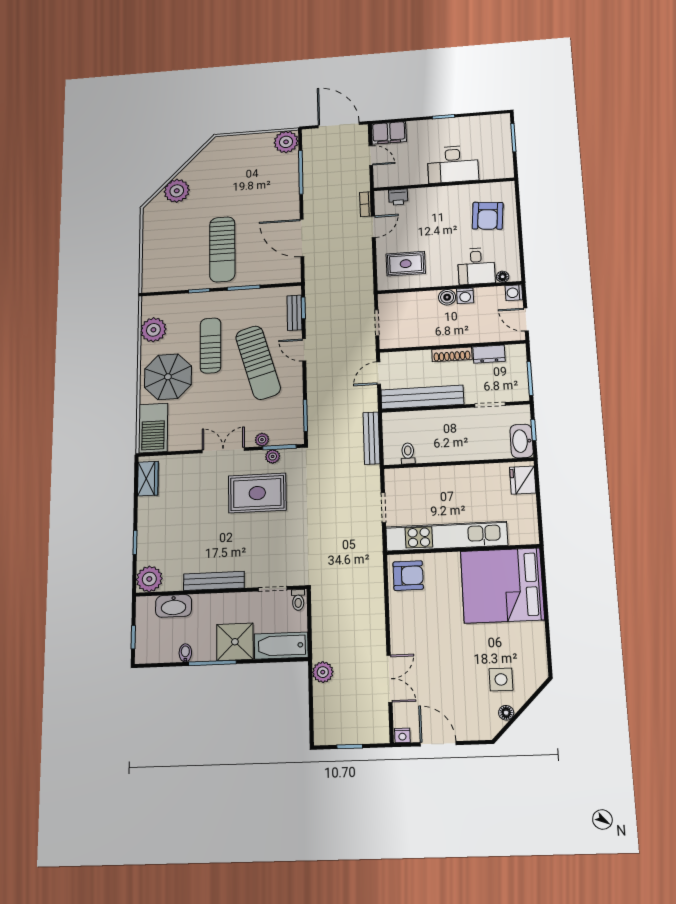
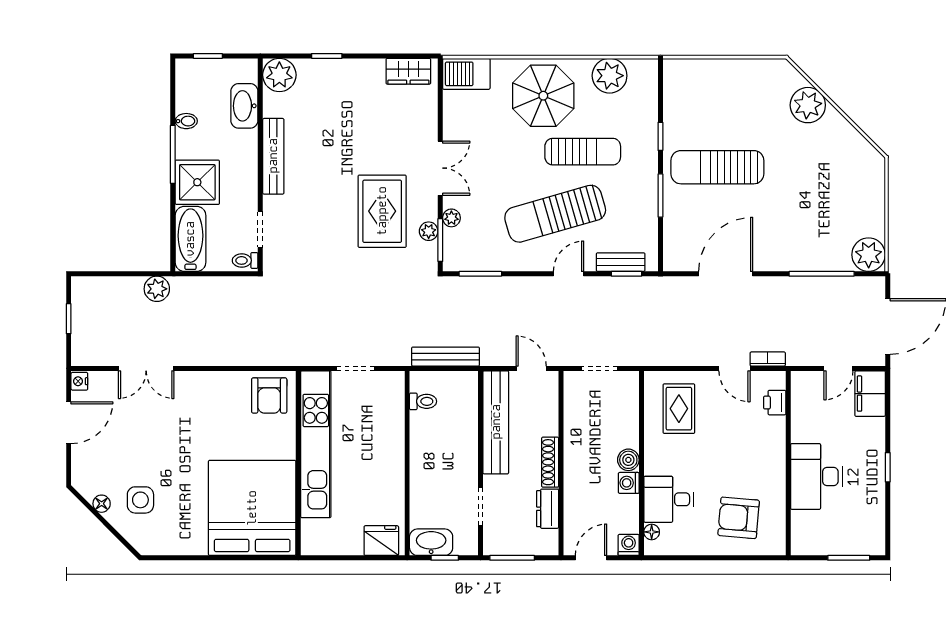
barbecue: (153, 428) -> (466, 74), width x0.73, depth x0.83

